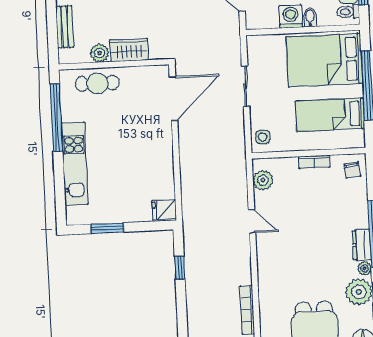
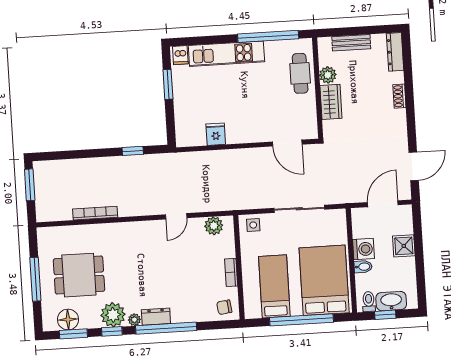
sliding door: (246, 86) -> (299, 209), width x1.37
door: (173, 98) -> (287, 143), width x0.73
fridge: (164, 210) -> (216, 134), moved
dishwasher: (76, 214) -> (180, 55), added

